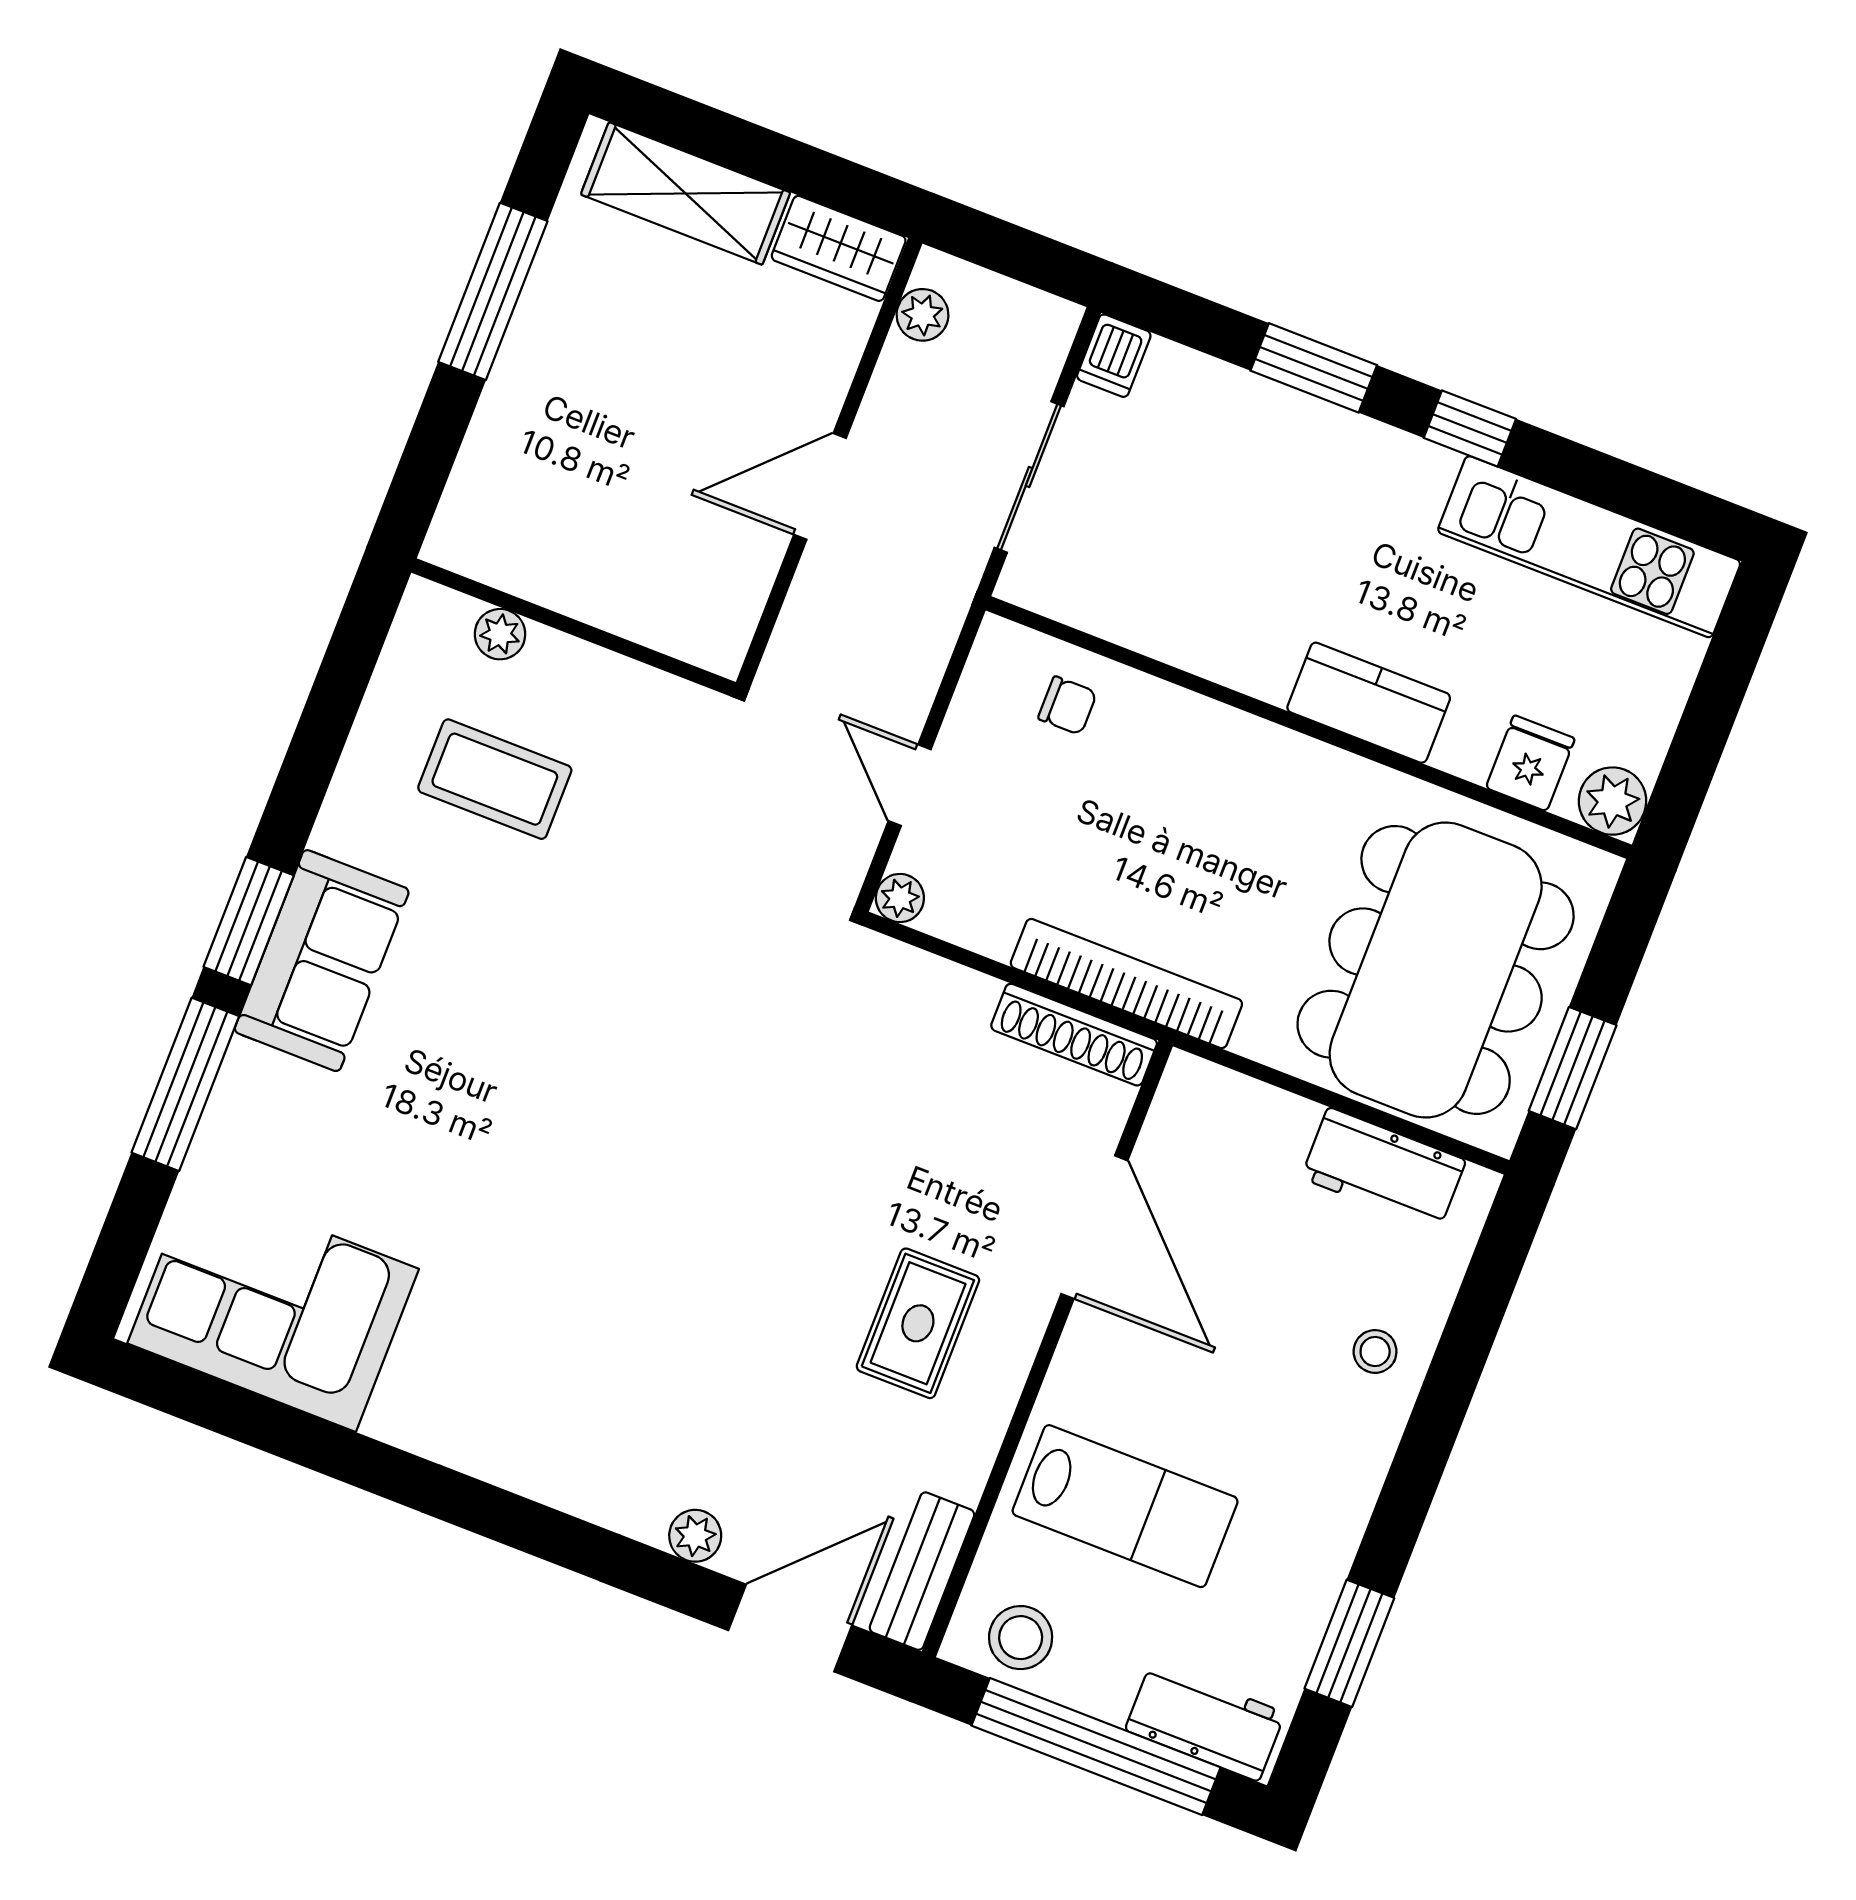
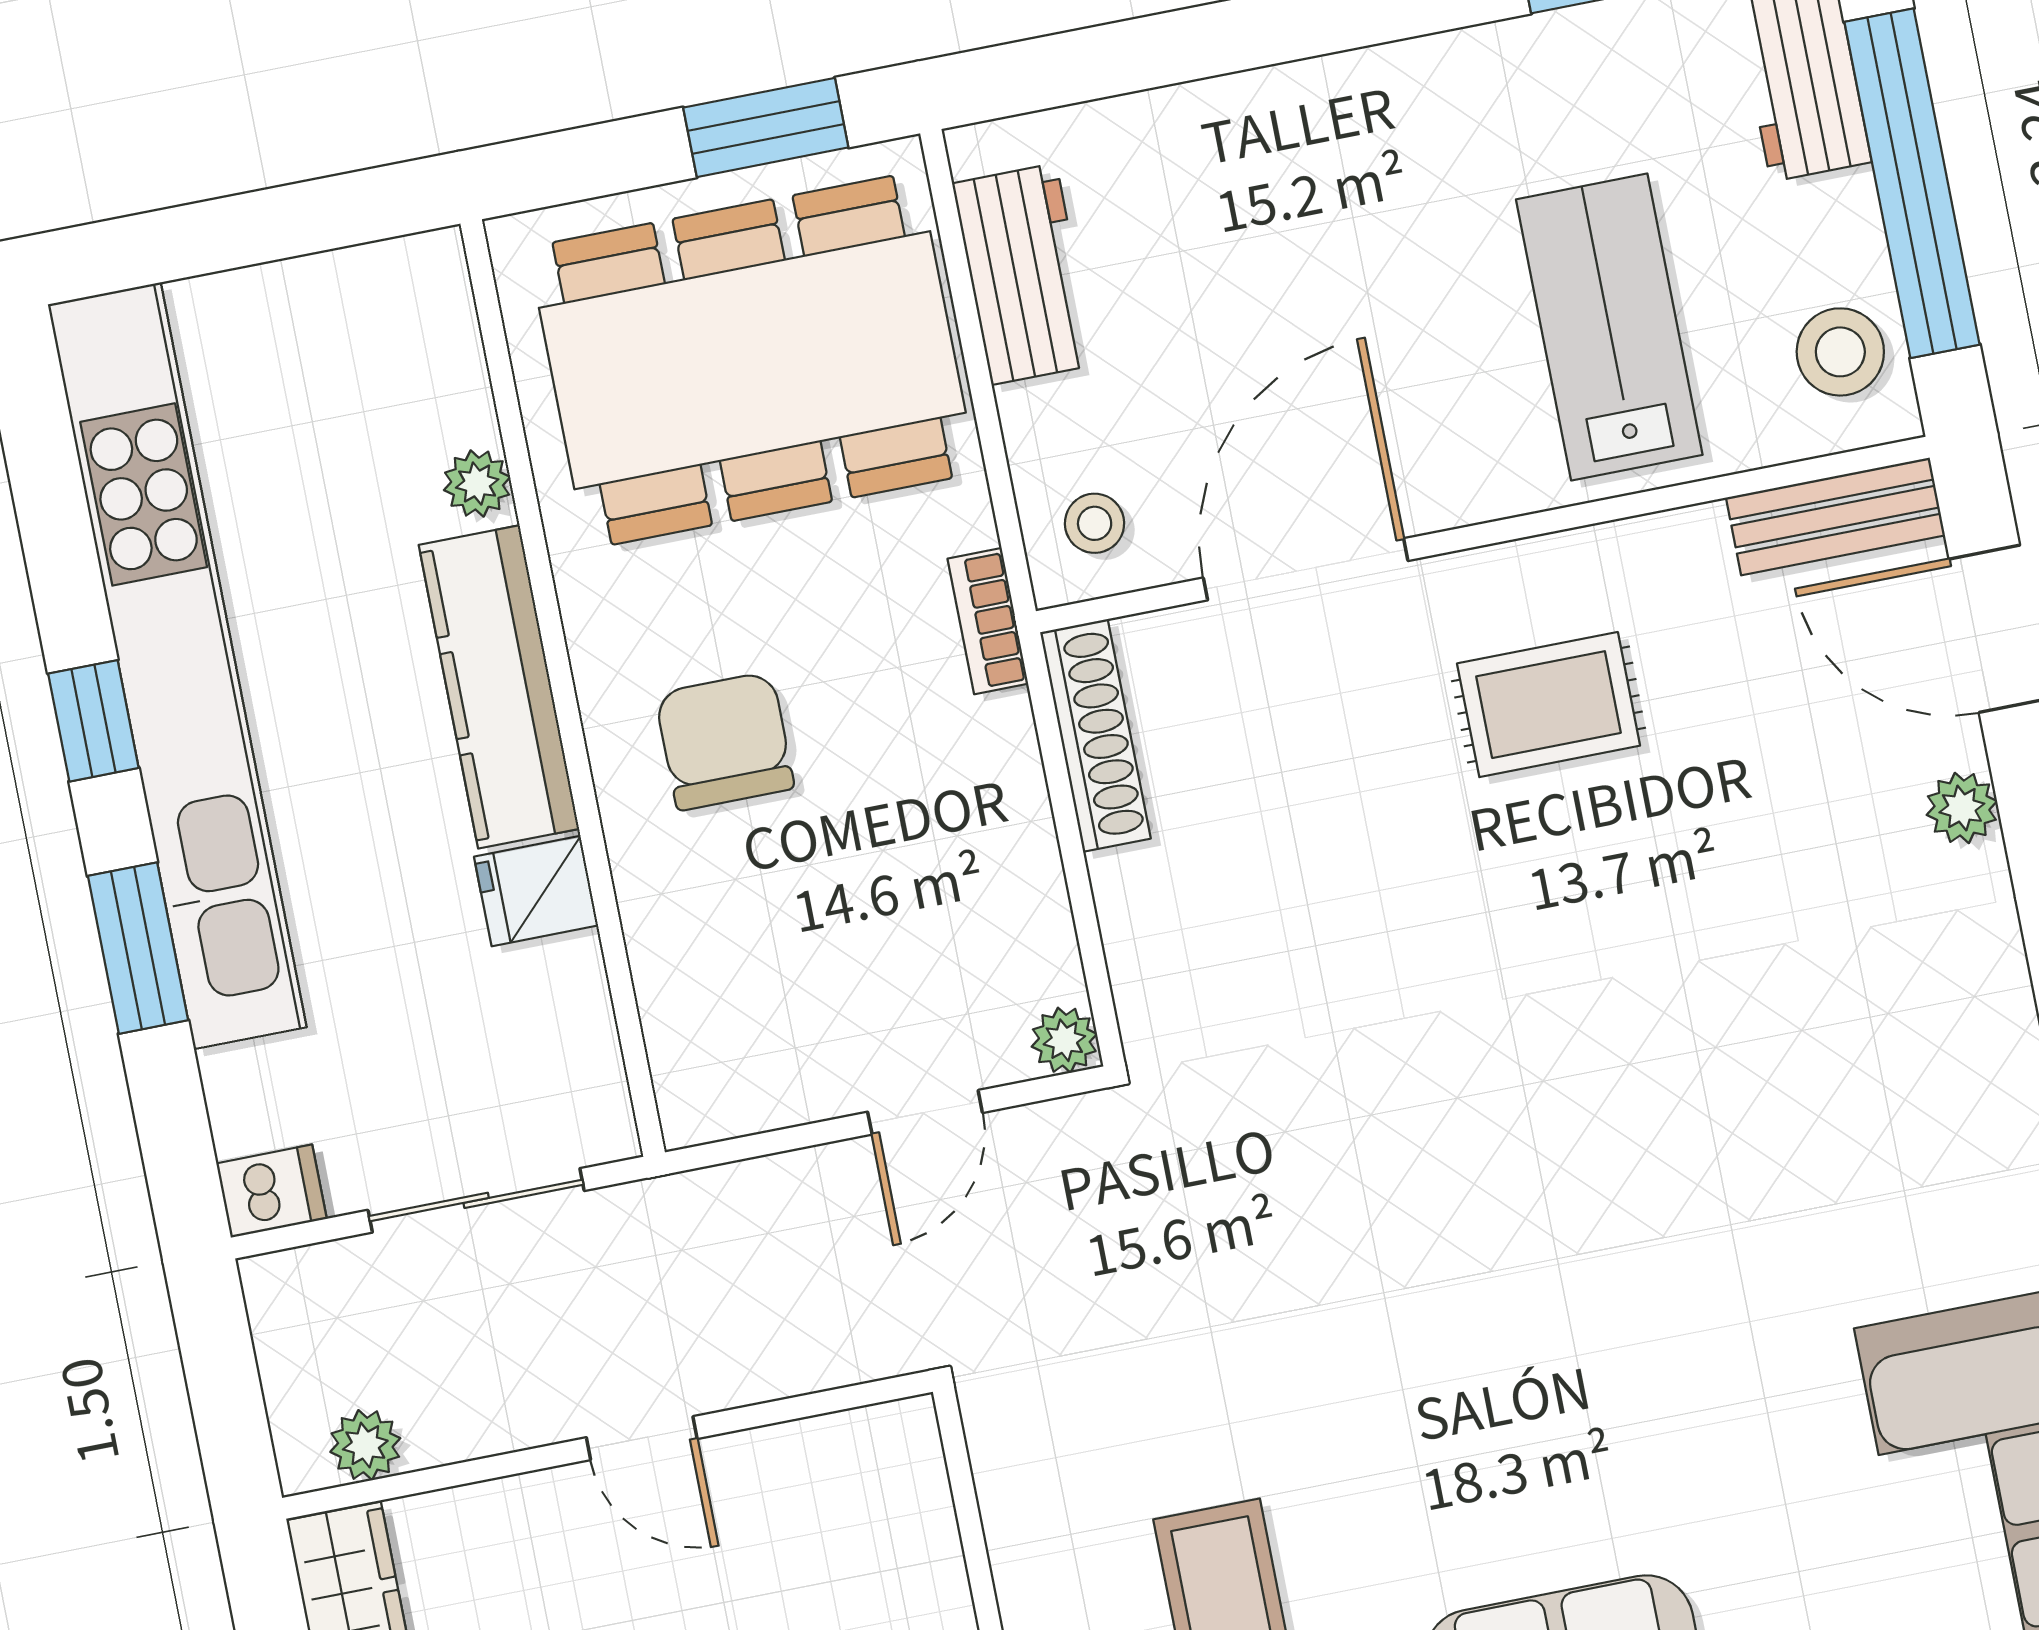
door: (820, 486) -> (642, 1438), width x0.73
kitchen unit: (1589, 547) -> (177, 666), width x1.86
kitchen counter: (1369, 703) -> (499, 687), width x1.50
chair: (1068, 706) -> (725, 741), moved, width x1.87, depth x1.87
fridge: (1530, 763) -> (536, 891), moved
plant: (1612, 801) -> (477, 484), moved, width x0.73, depth x0.73
bookcase: (1126, 984) -> (988, 621), width x0.43, depth x0.76
stool: (1375, 1351) -> (1095, 523), moved

